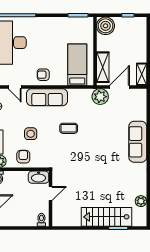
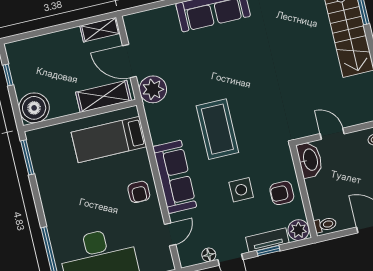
coffee table: (69, 128) -> (217, 129), width x1.86, depth x1.72

